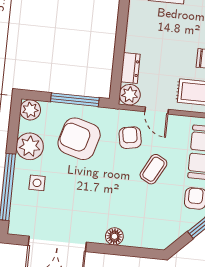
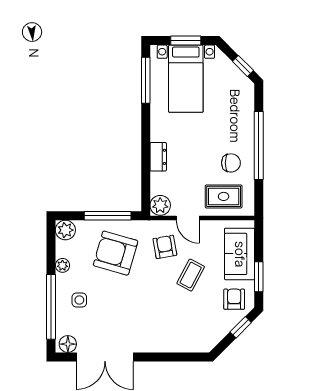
dresser: (130, 68) -> (158, 157), moved
plant: (30, 146) -> (62, 265), width x0.53, depth x0.53
floor lamp: (114, 236) -> (68, 344), moved

